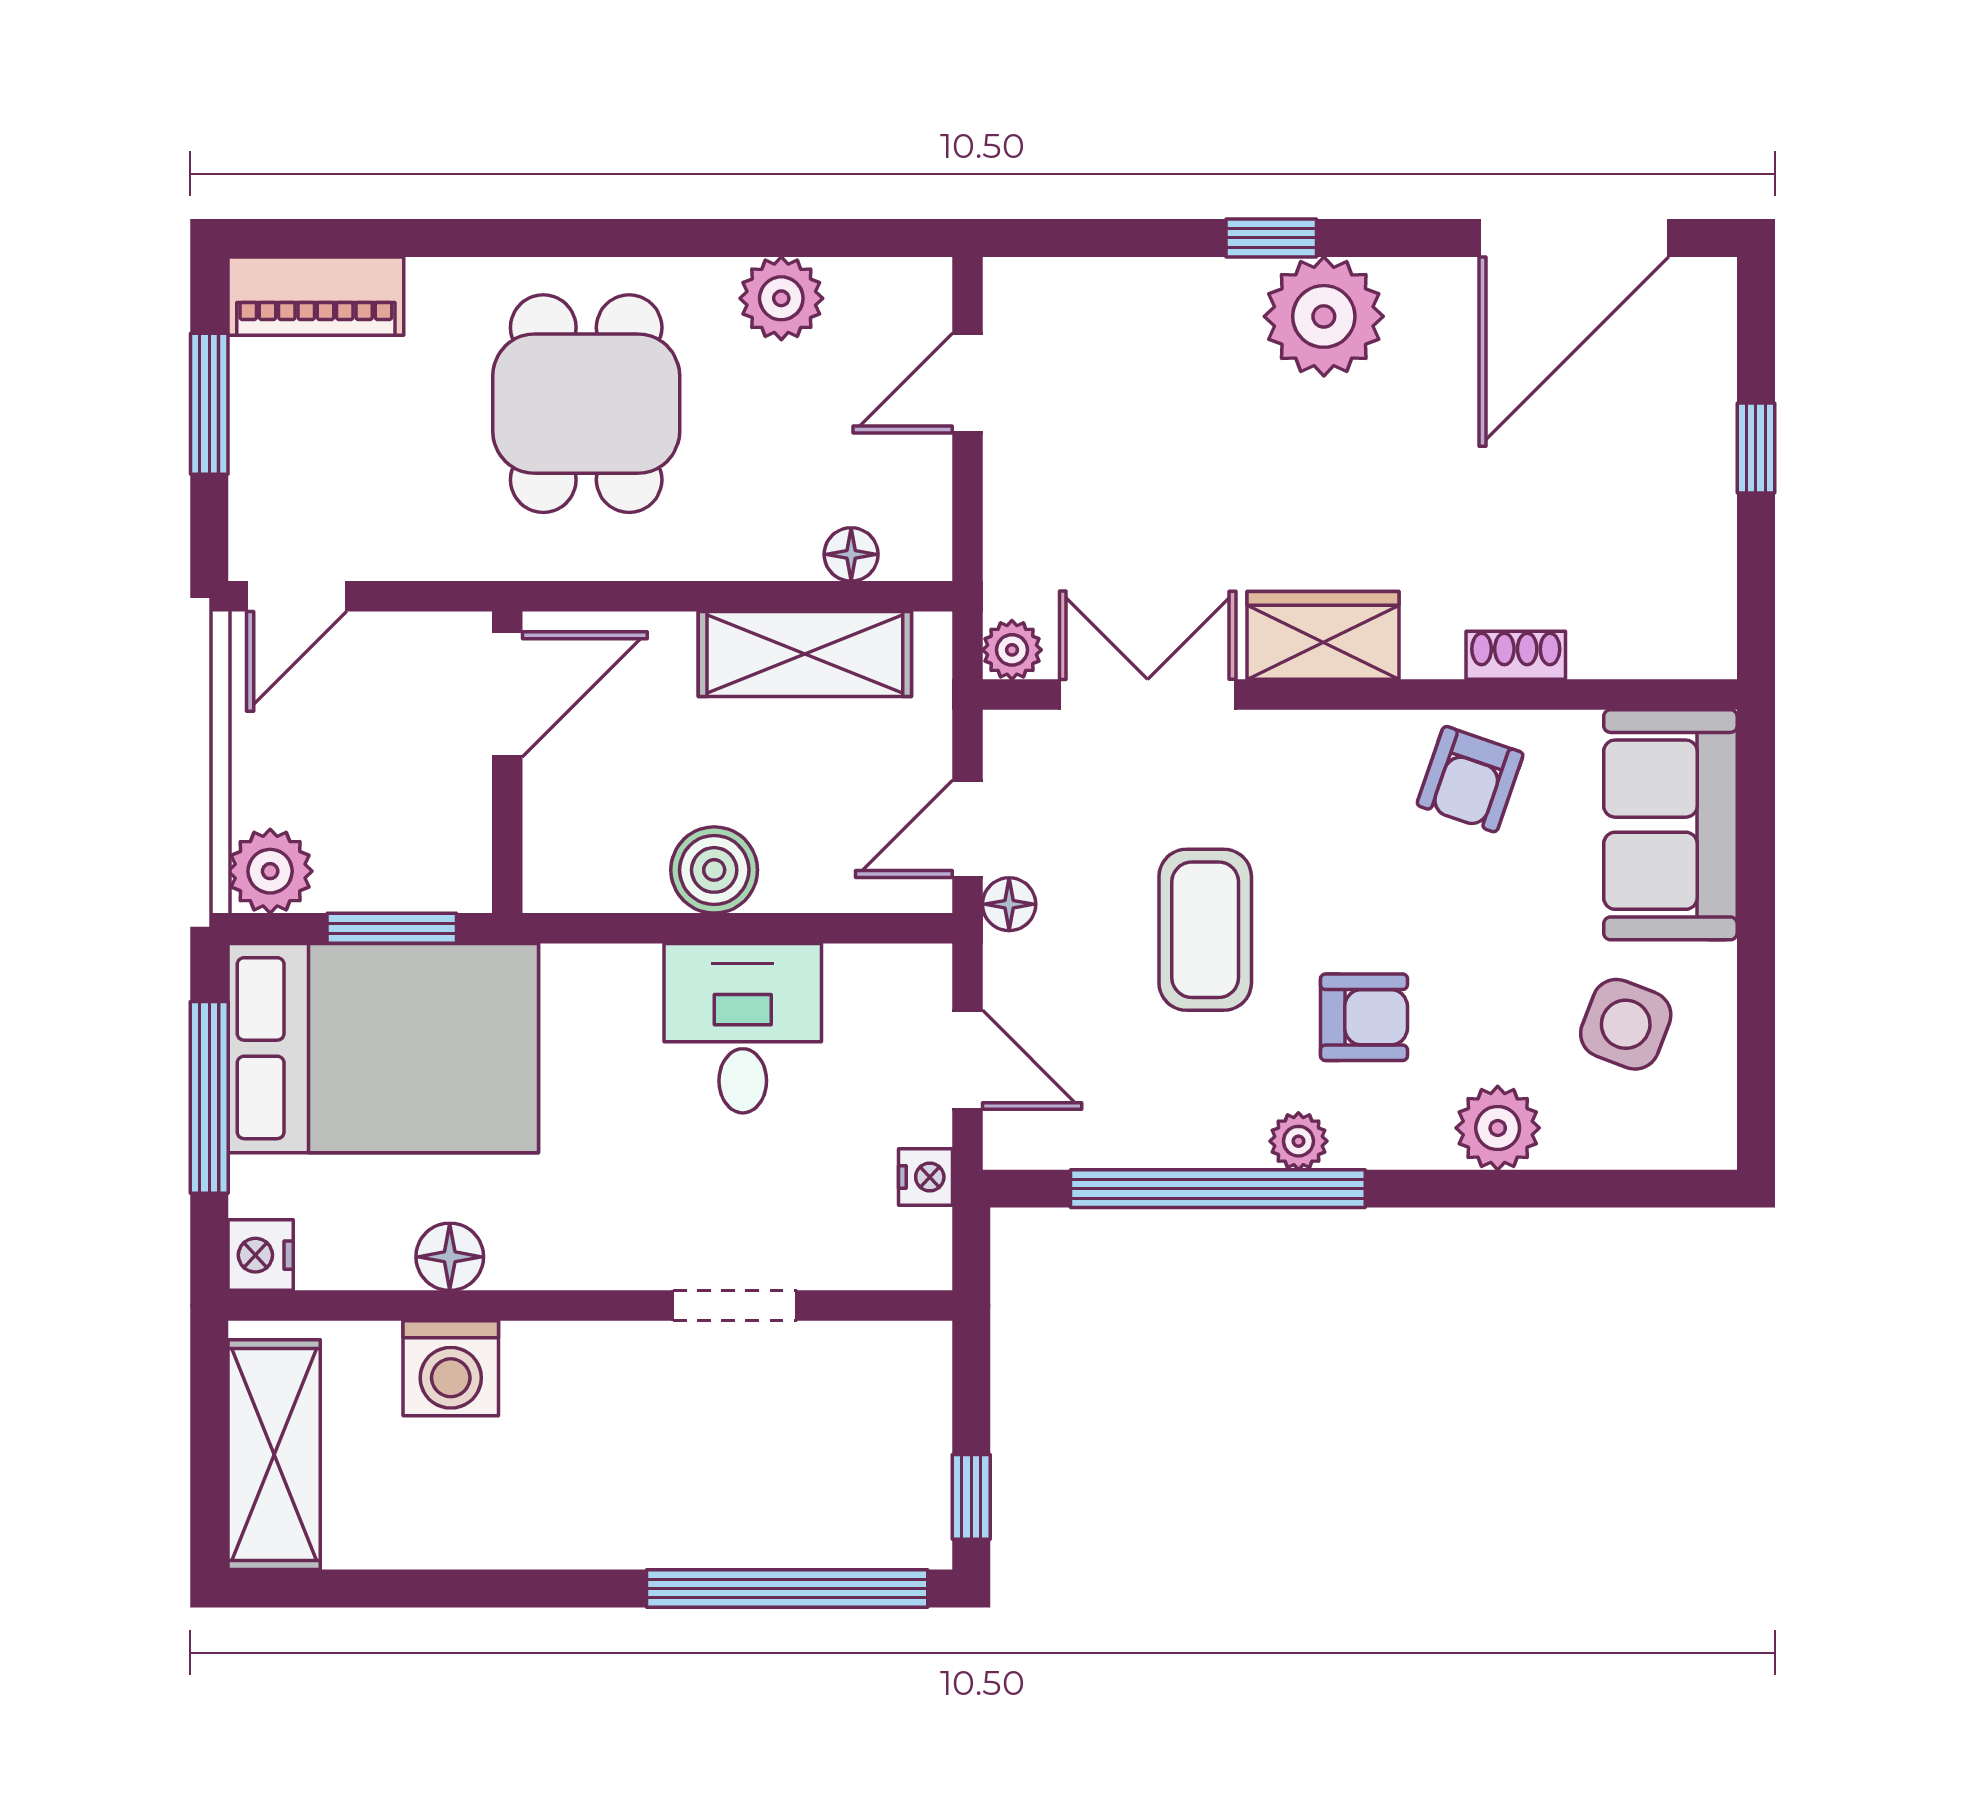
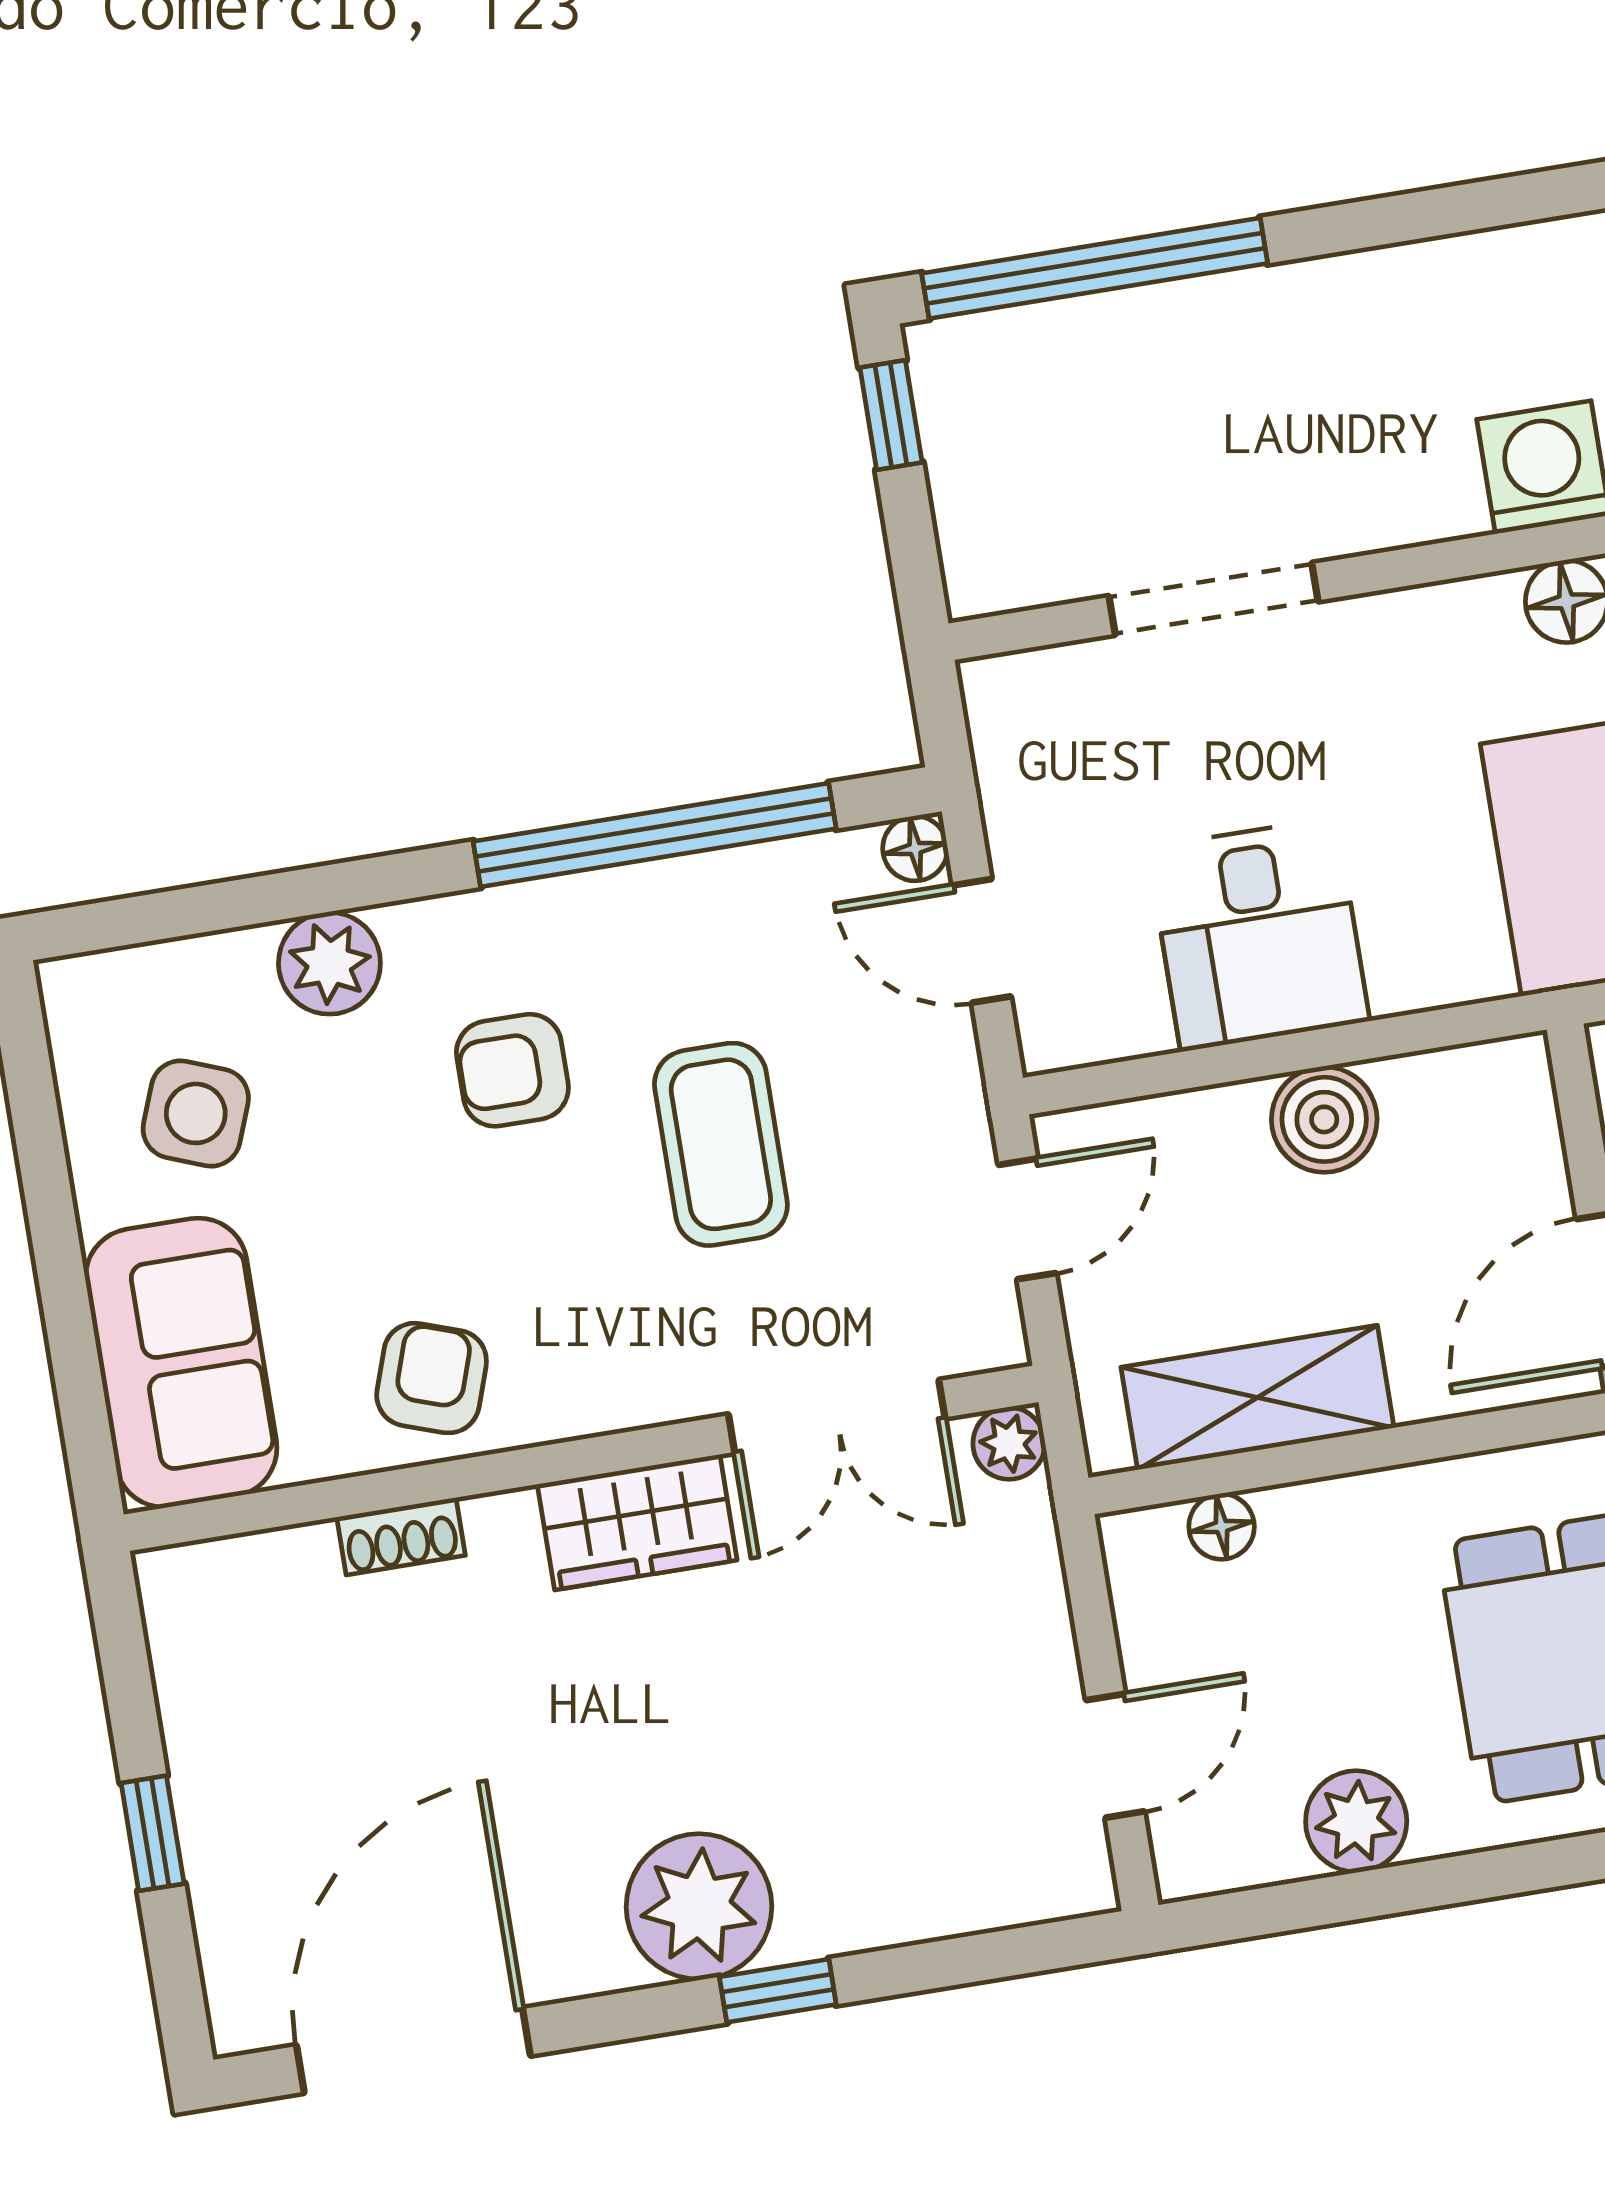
floor lamp: (1009, 904) -> (915, 849), moved
plant: (1298, 1141) -> (567, 908), removed
nightstand: (925, 1177) -> (1009, 791), removed
doorway: (735, 1306) -> (1213, 599), width x1.38

